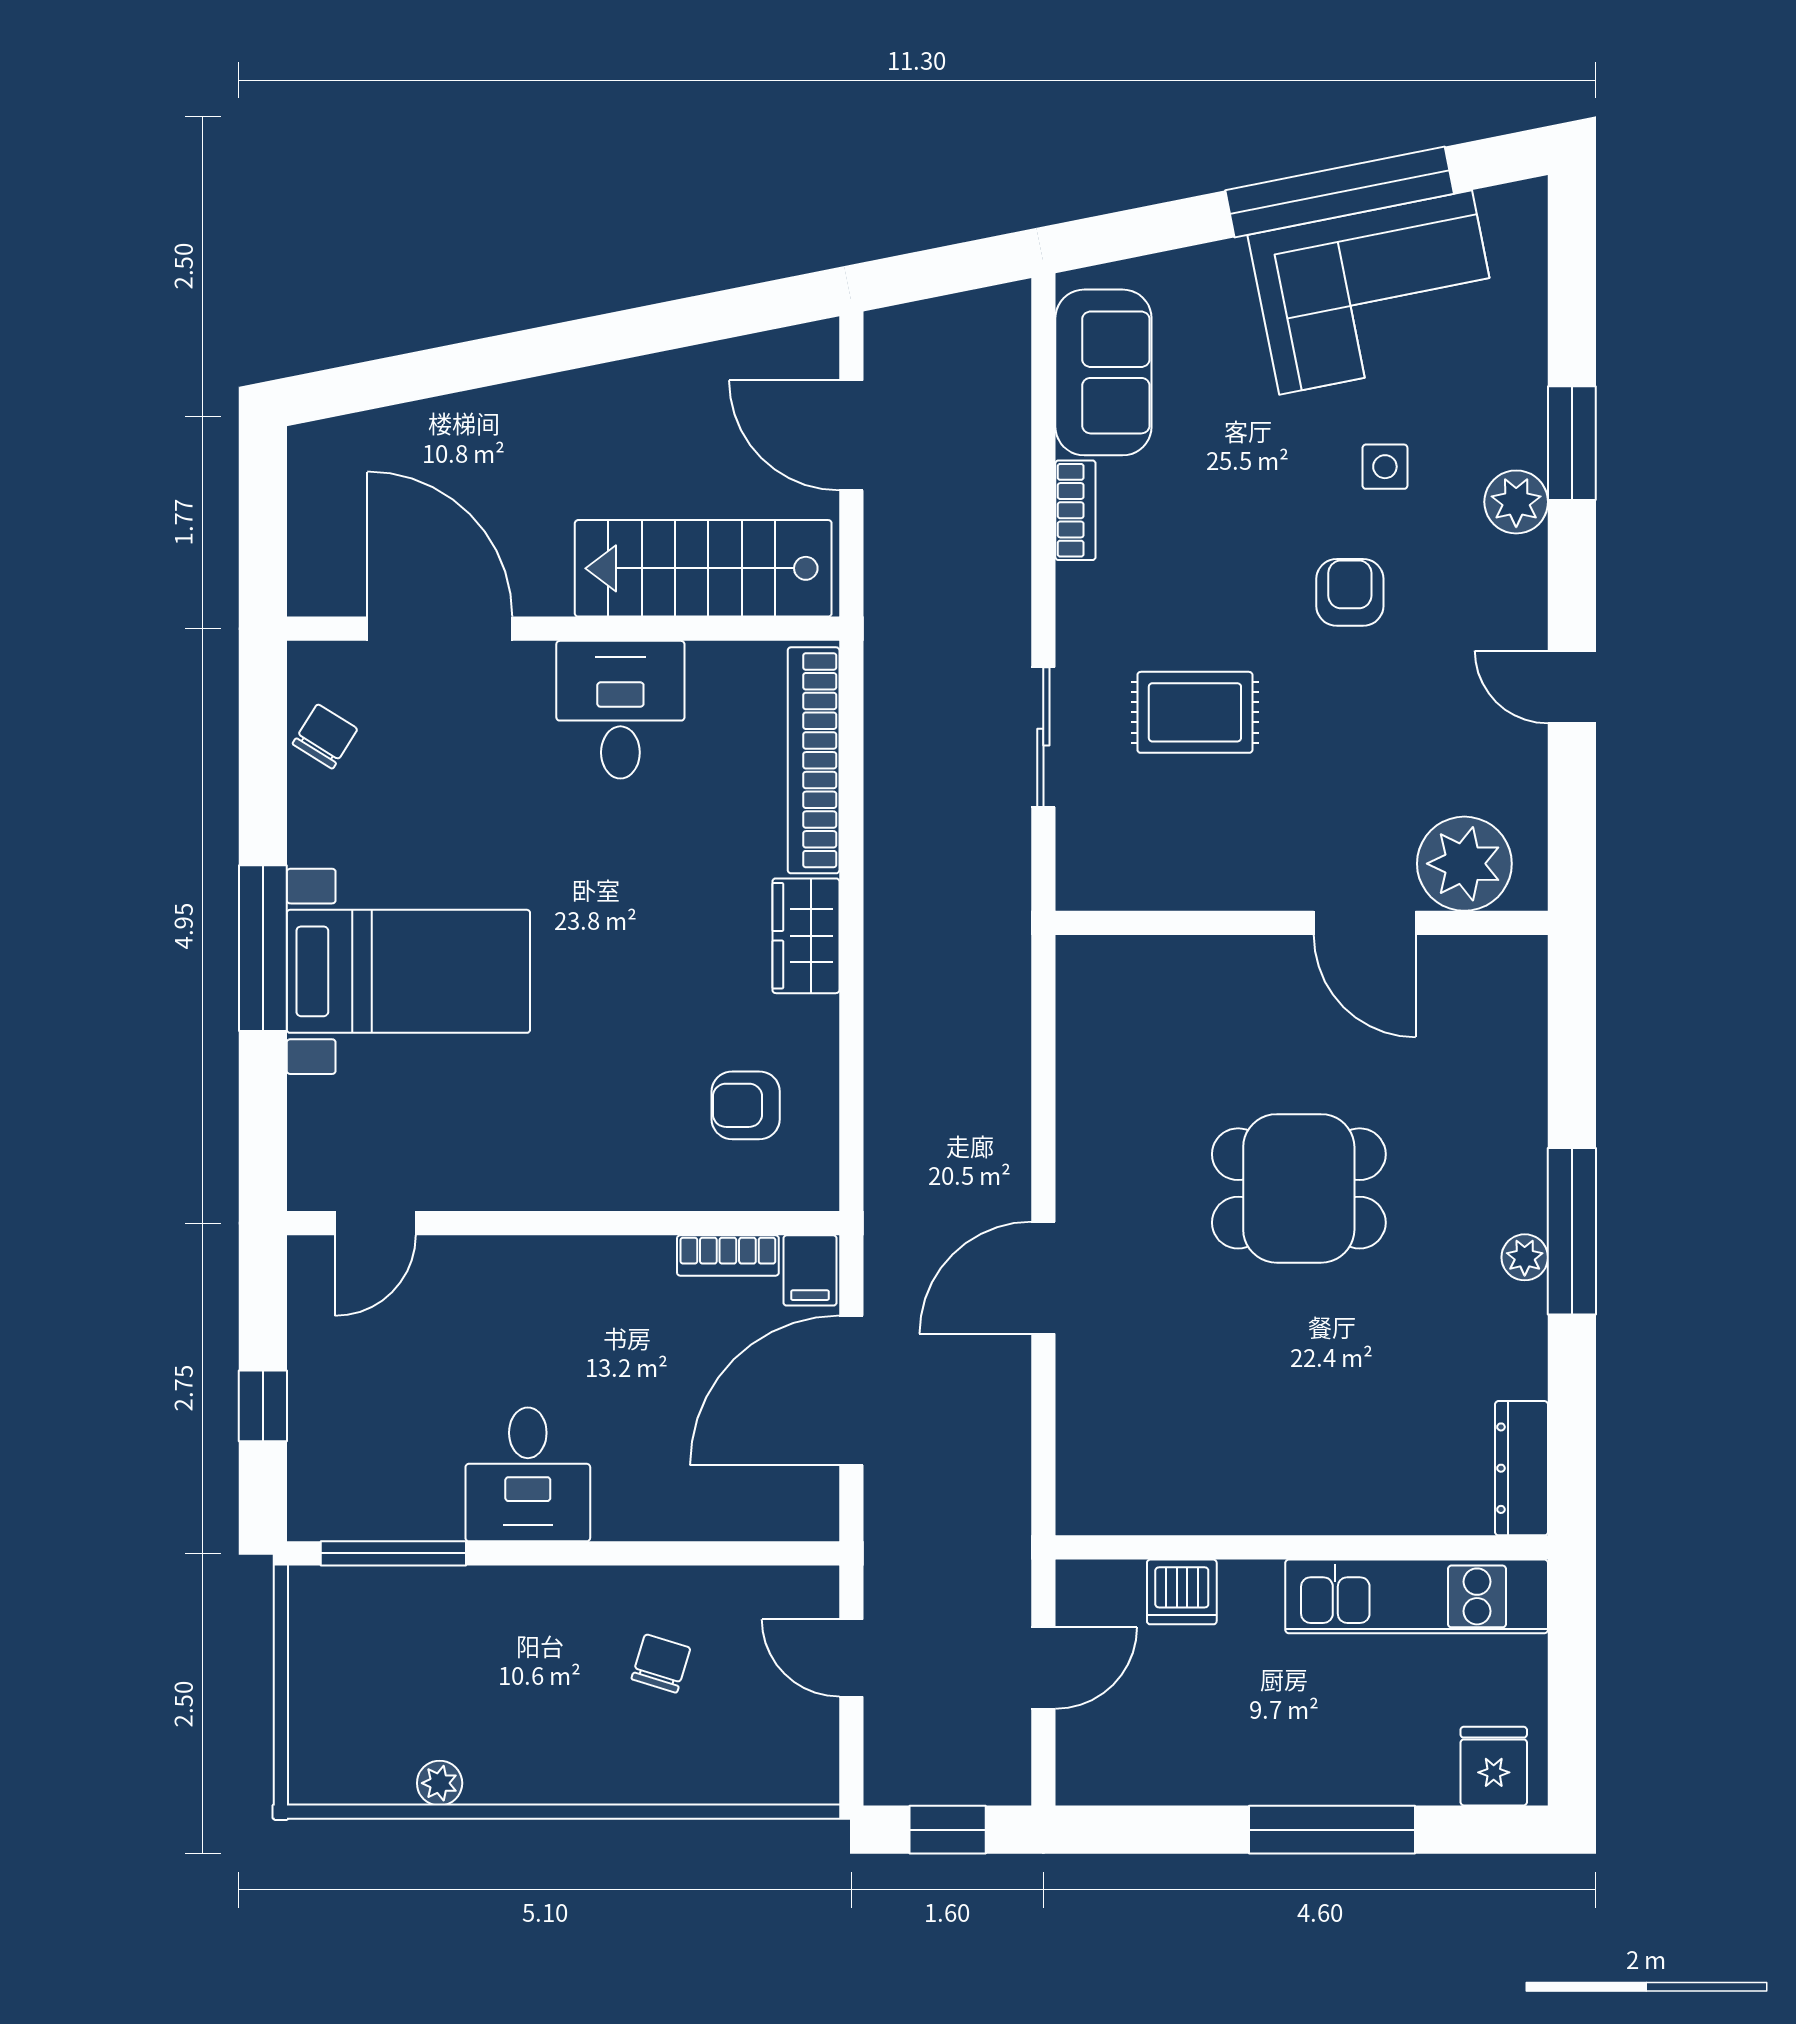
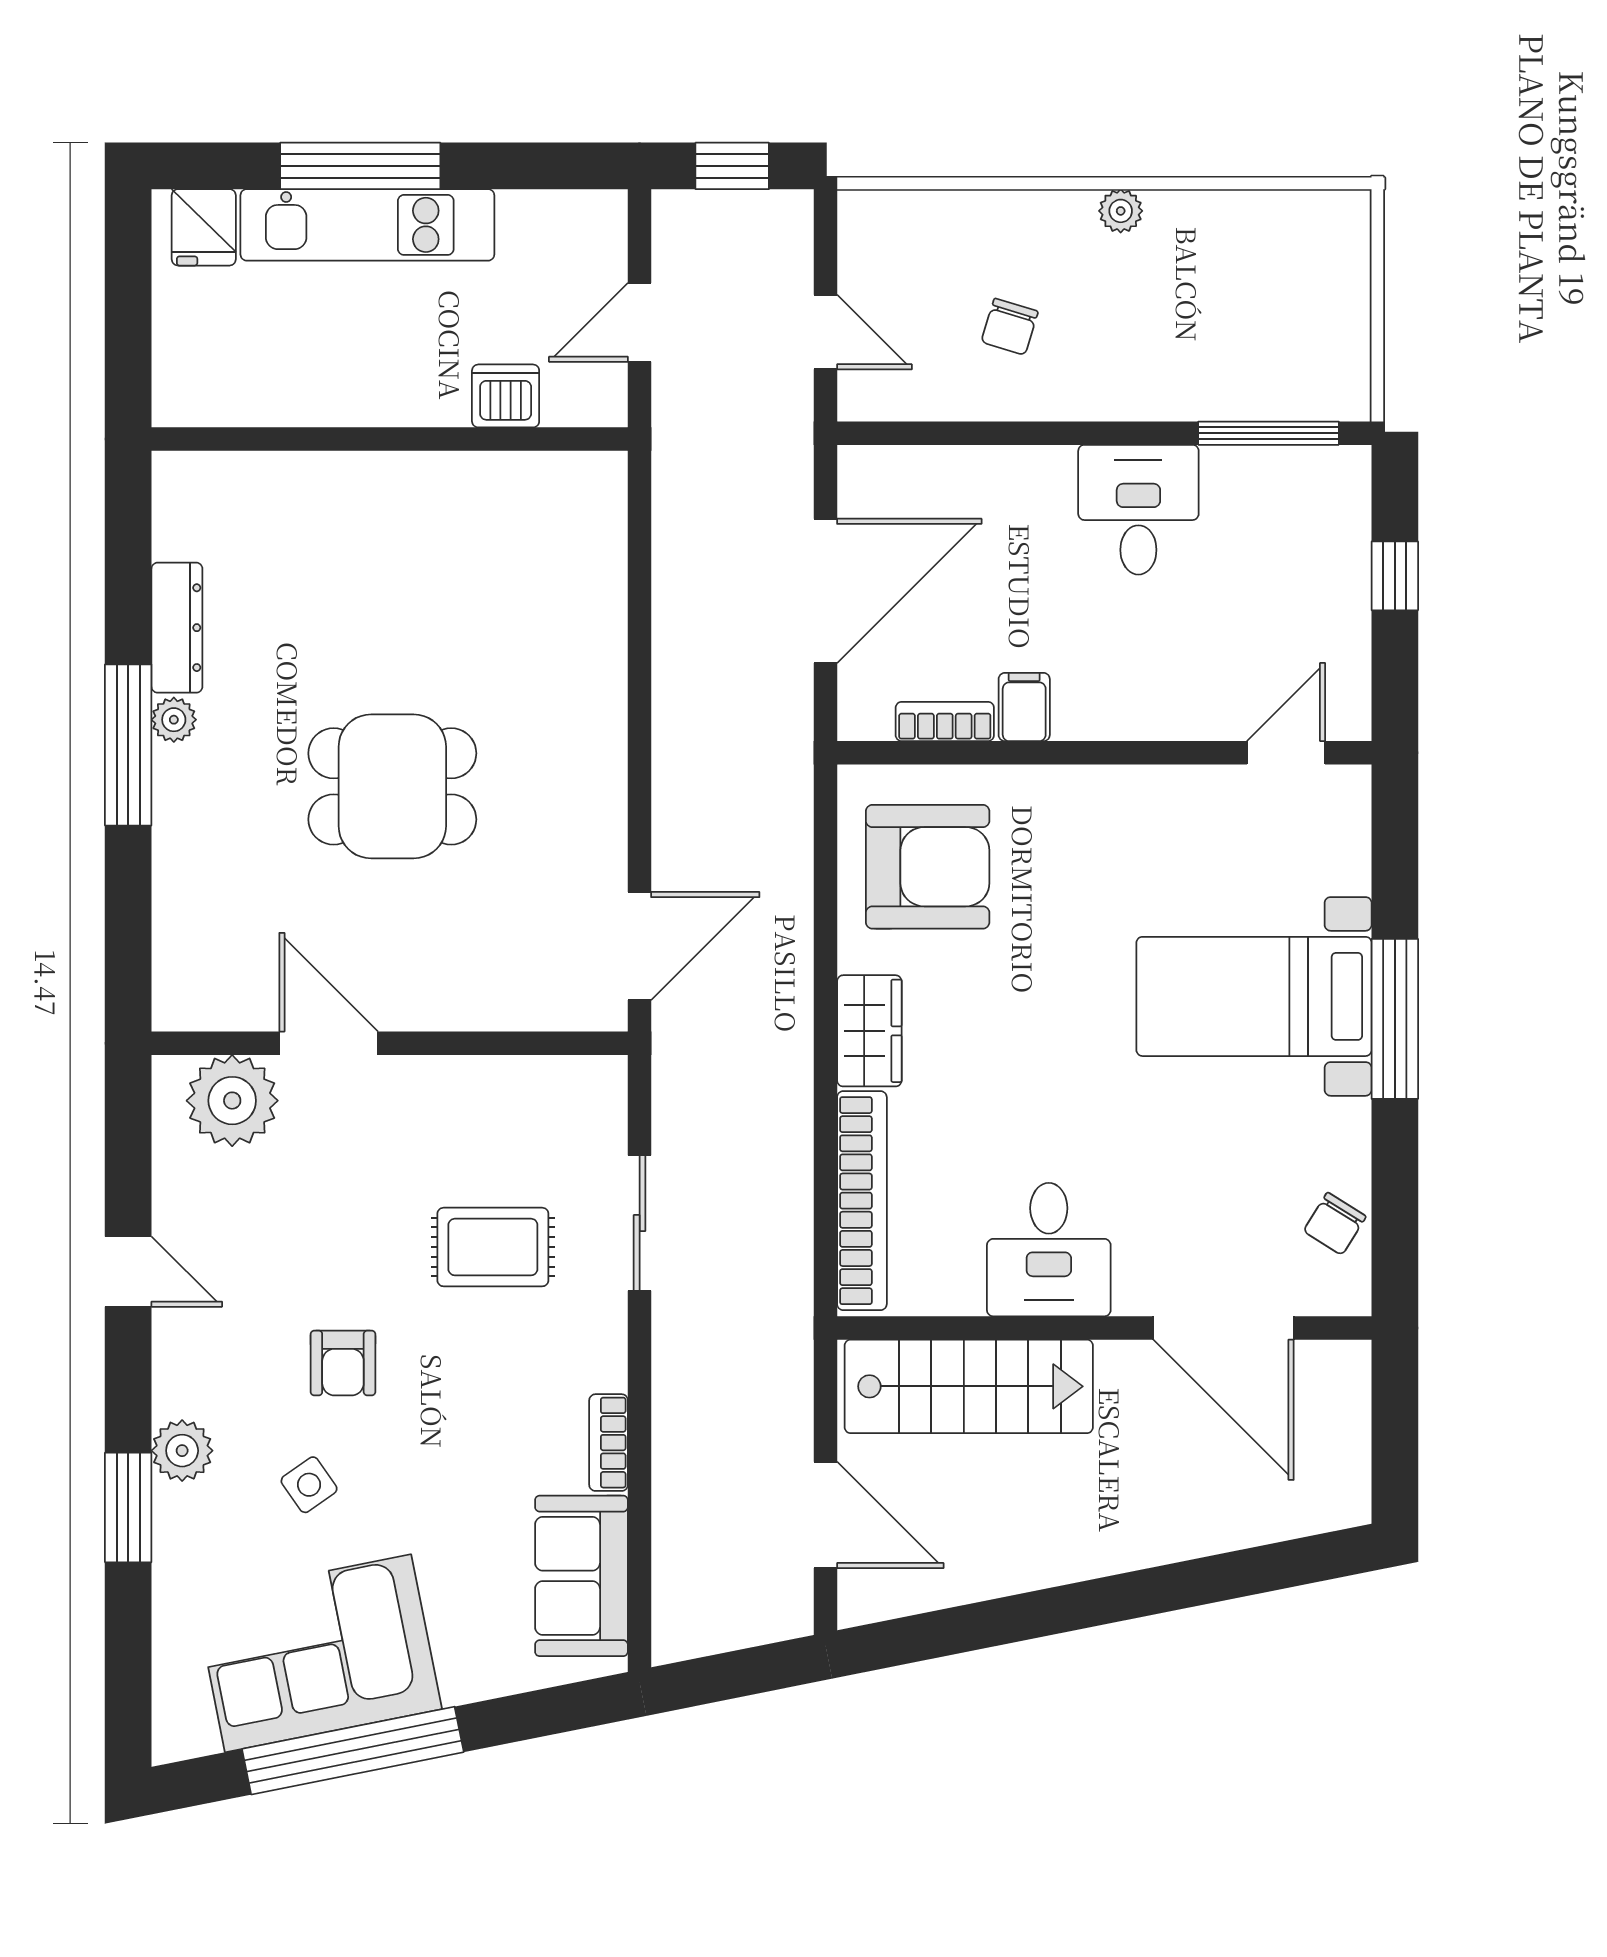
side table: (1385, 467) -> (309, 1485), turned -35
armchair: (746, 1105) -> (928, 867), width x1.88, depth x1.88
filing cabinet: (810, 1270) -> (1024, 707), moved
door: (1043, 1278) -> (640, 946), moved
dresser: (1522, 1468) -> (177, 628), moved
kitchen unit: (1417, 1596) -> (367, 225), moved, turned 180
plant: (440, 1783) -> (1121, 211), moved

